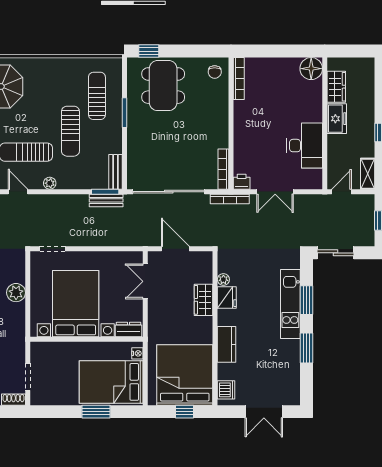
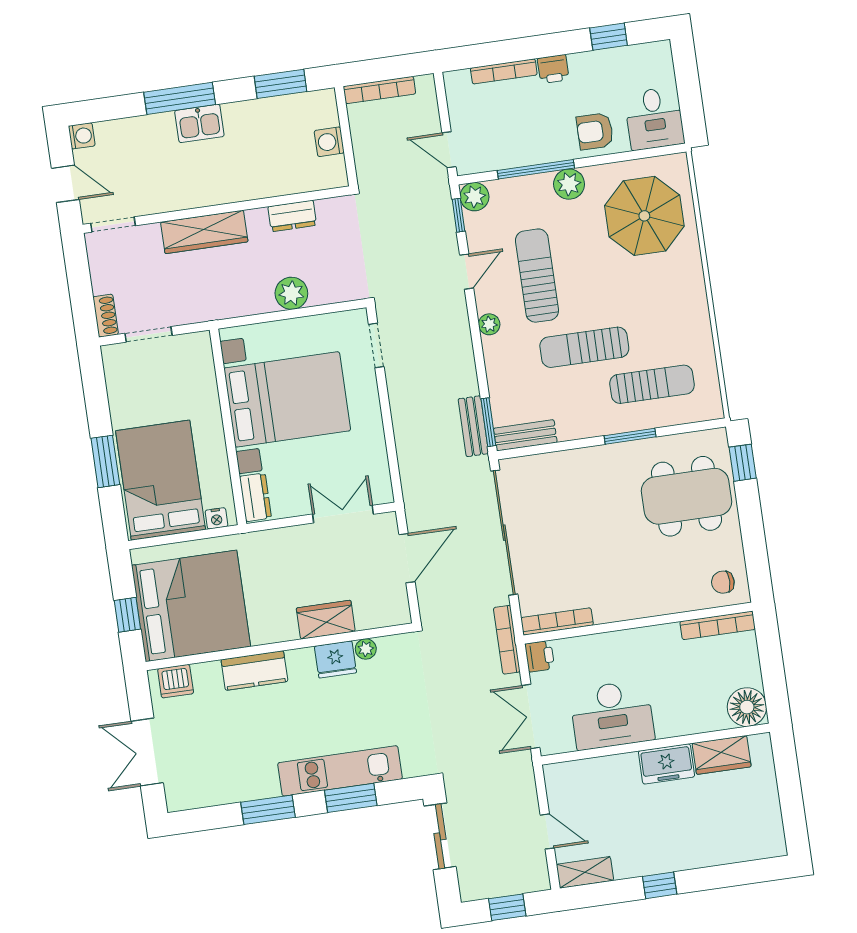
floor lamp: (311, 69) -> (747, 707), moved
wardrobe: (336, 87) -> (722, 755), moved
freezer: (337, 119) -> (667, 764), moved
wall: (325, 123) -> (655, 744), moved
desk: (305, 146) -> (612, 715), moved

